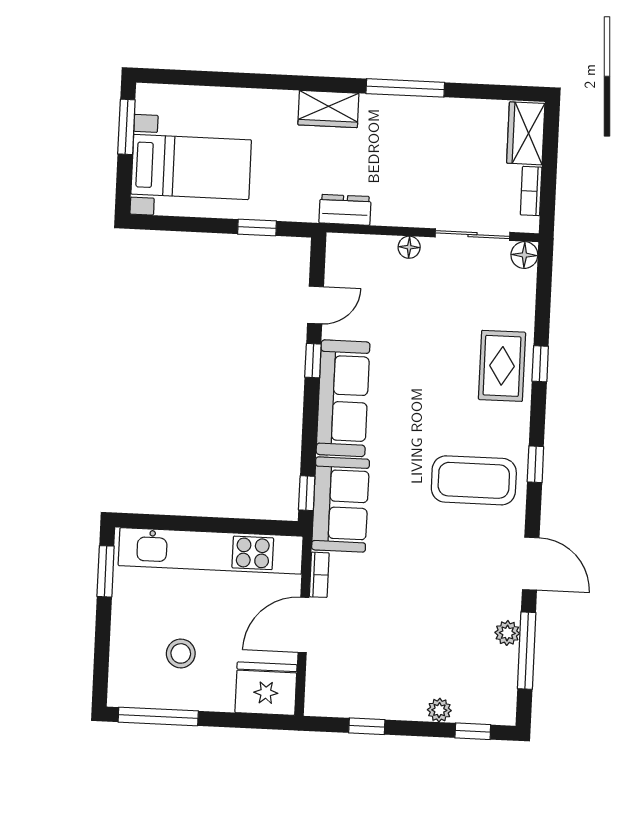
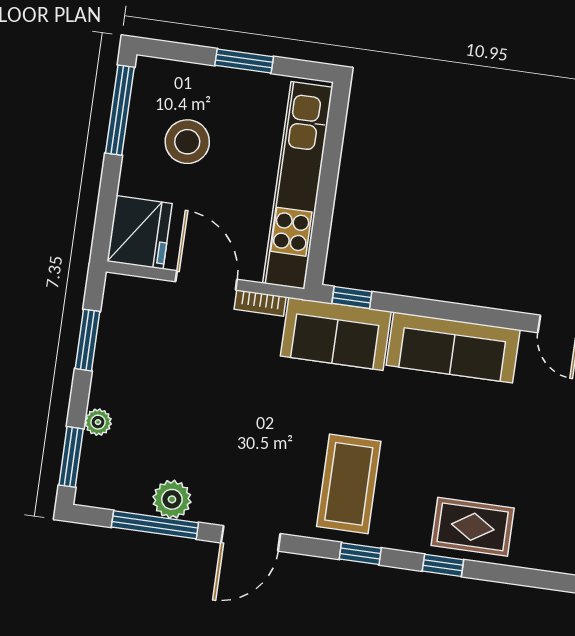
window: (313, 361) -> (498, 318), removed
window: (540, 364) -> (443, 565), moved
window: (106, 571) -> (244, 61), moved
plant: (507, 633) -> (172, 499), width x1.38, depth x1.38
stool: (181, 653) -> (187, 142), width x1.38, depth x1.38
window: (367, 726) -> (88, 340), width x1.50
window: (473, 731) -> (71, 457), width x1.50

